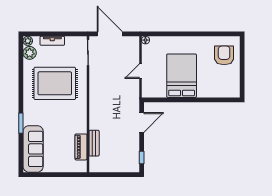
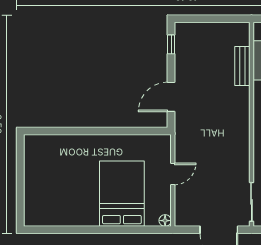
armchair: (224, 55) -> (47, 198), removed
bed: (182, 76) -> (122, 194), moved, turned 180

